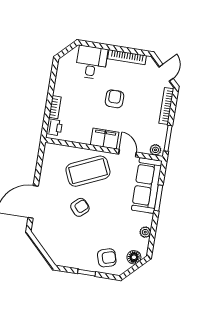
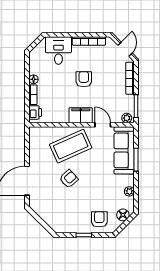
floor lamp: (58, 90) -> (34, 79), added
armchair: (107, 258) -> (99, 219), turned -73

